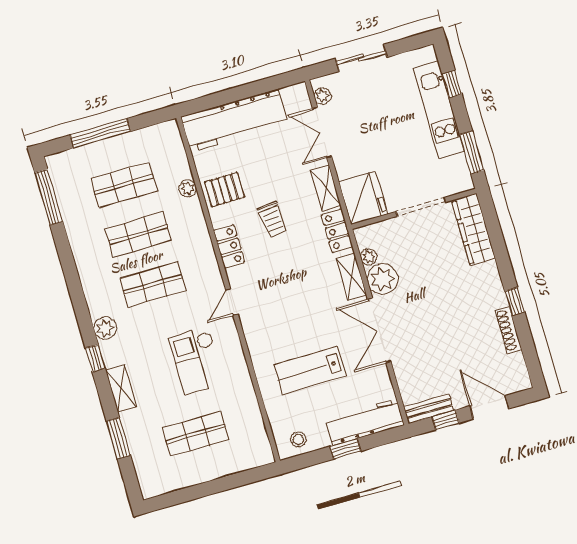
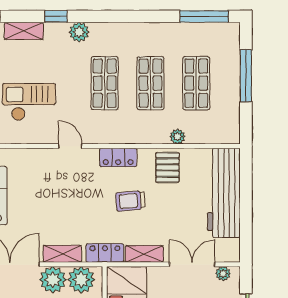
plant: (369, 257) -> (81, 280), width x1.87, depth x1.87

